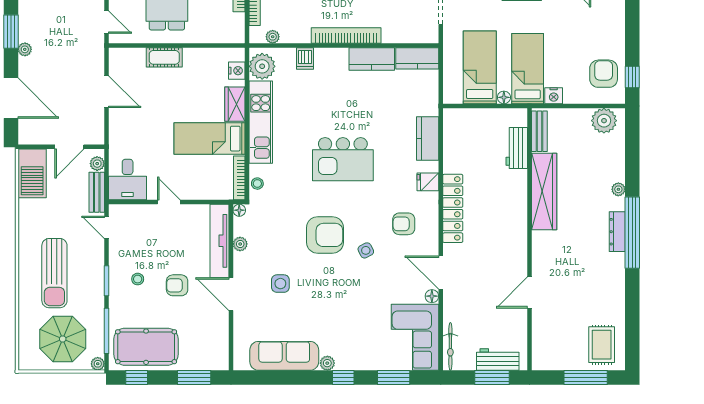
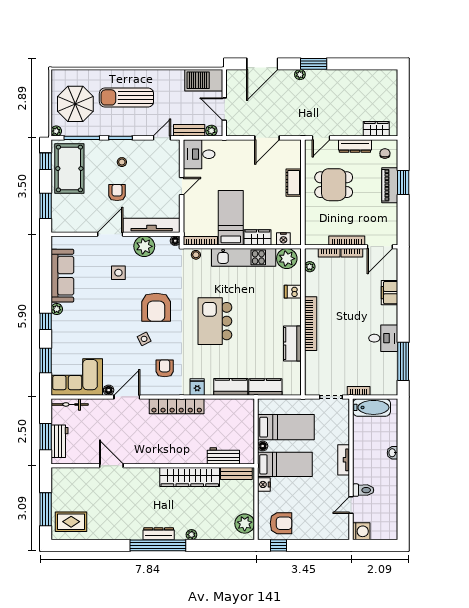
kitchen counter: (417, 58) -> (265, 387), moved, turned 90
plant: (240, 244) -> (144, 246), width x1.88, depth x1.88

